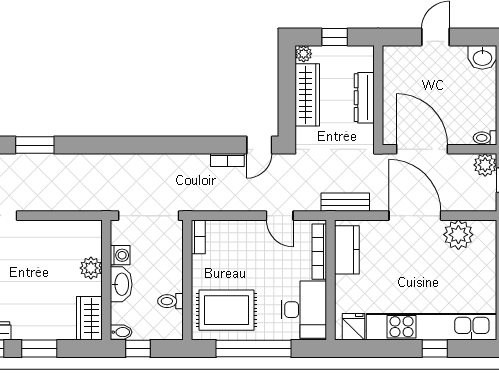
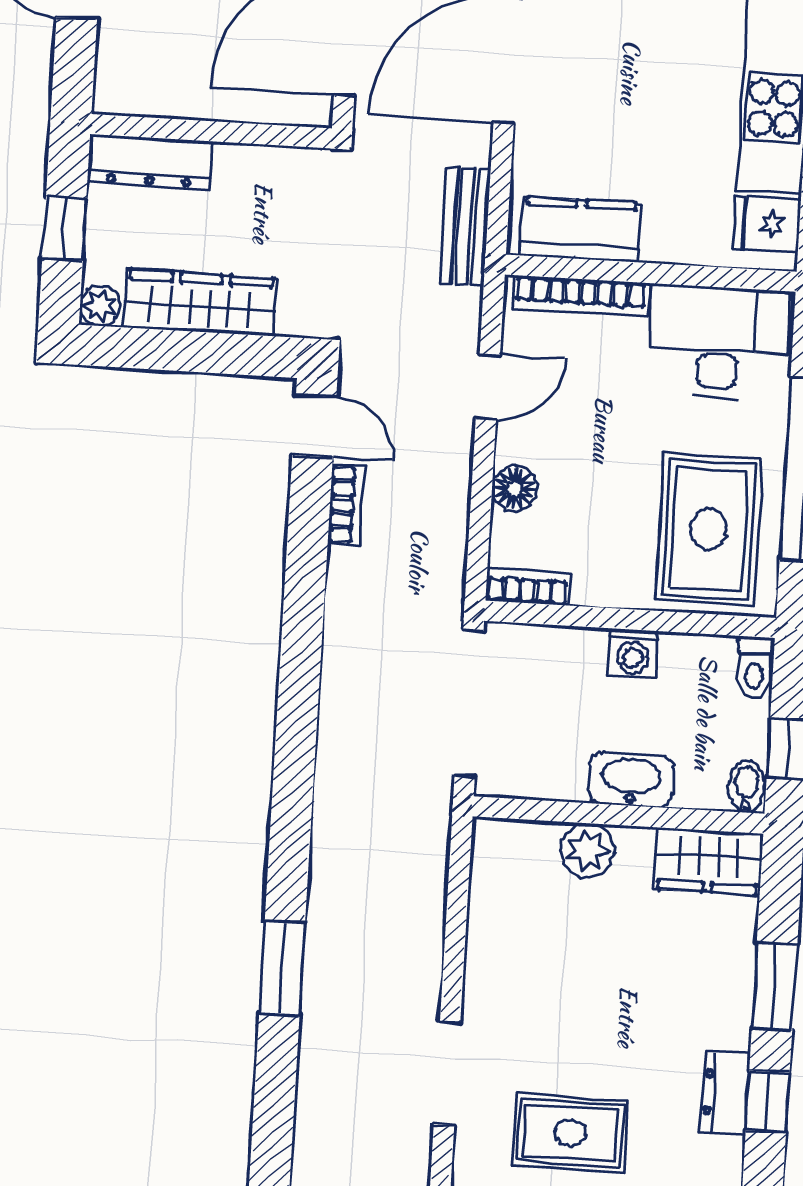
dresser: (364, 98) -> (150, 162), moved
floor lamp: (238, 229) -> (515, 489), added
washing machine: (120, 255) -> (633, 653), moved, turned 180
toilet: (170, 301) -> (754, 667), moved

